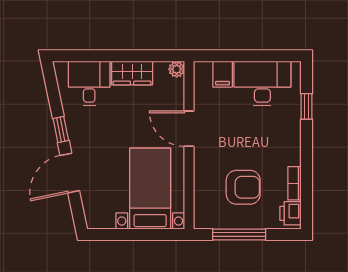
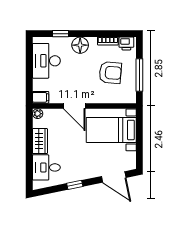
filing cabinet: (223, 74) -> (41, 97), moved
door: (189, 129) -> (74, 106), hinge flipped
floor lamp: (288, 138) -> (80, 45), added
door: (70, 173) -> (114, 177), moved
armchair: (243, 187) -> (110, 73), turned 95

